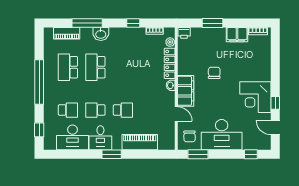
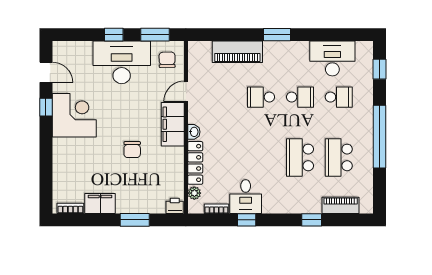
window: (87, 23) -> (312, 220), width x0.46
washbasin: (101, 34) -> (292, 204), removed
school desk: (68, 67) -> (339, 157), turned 180
school desk: (95, 67) -> (300, 157), turned 180
school desk: (68, 110) -> (339, 97), turned 180
door: (176, 114) -> (186, 91), hinge flipped
desk: (100, 138) -> (246, 197), moved, turned 180
window: (251, 154) -> (114, 35), moved

